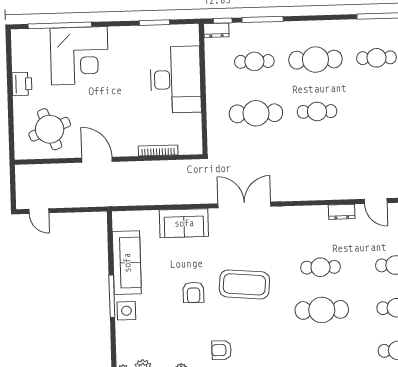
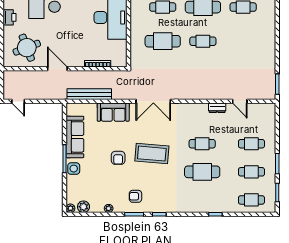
bench: (147, 197) -> (89, 94), added
double door: (244, 205) -> (153, 101), swing flipped

